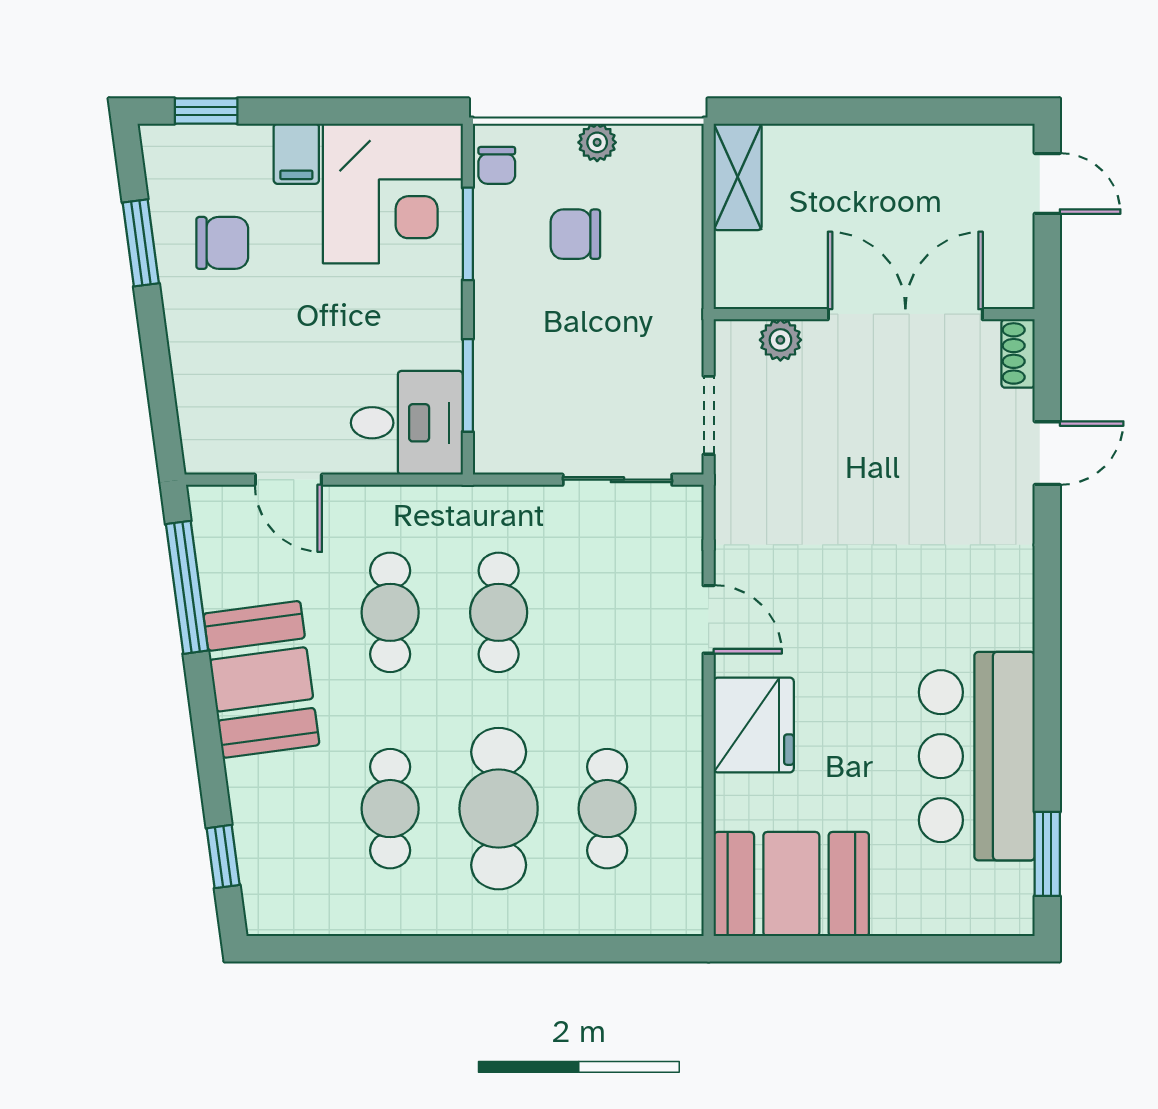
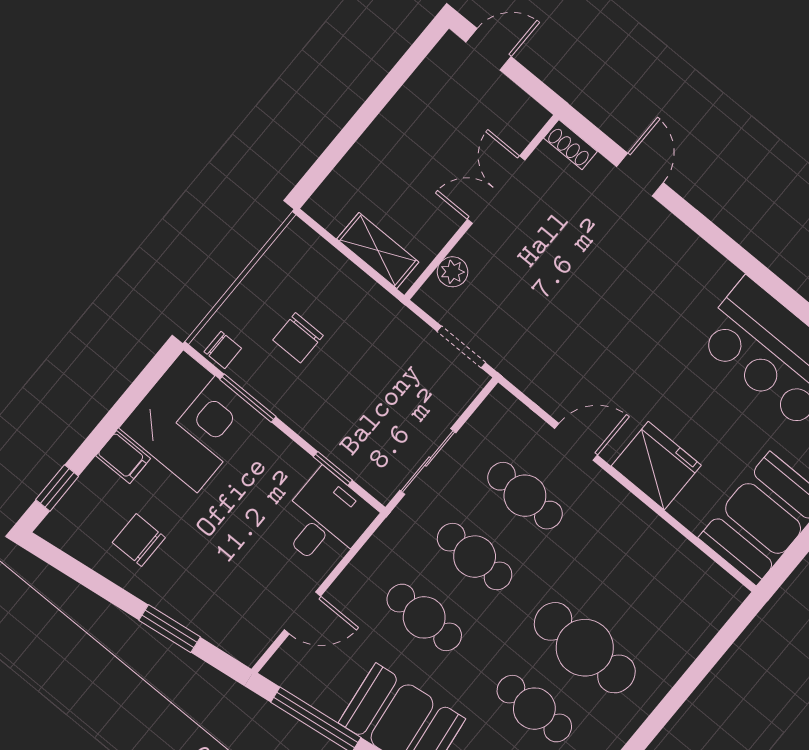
plant: (597, 142) -> (256, 283), removed
shelving: (738, 177) -> (378, 250), moved
window: (141, 243) -> (170, 629), moved
chair: (222, 243) -> (139, 540), turned -90
double door: (905, 314) -> (496, 190), width x0.73
window: (468, 385) -> (333, 468), width x0.67
sliding door: (617, 480) -> (428, 462), moved
cafe table: (607, 809) -> (525, 496), moved

